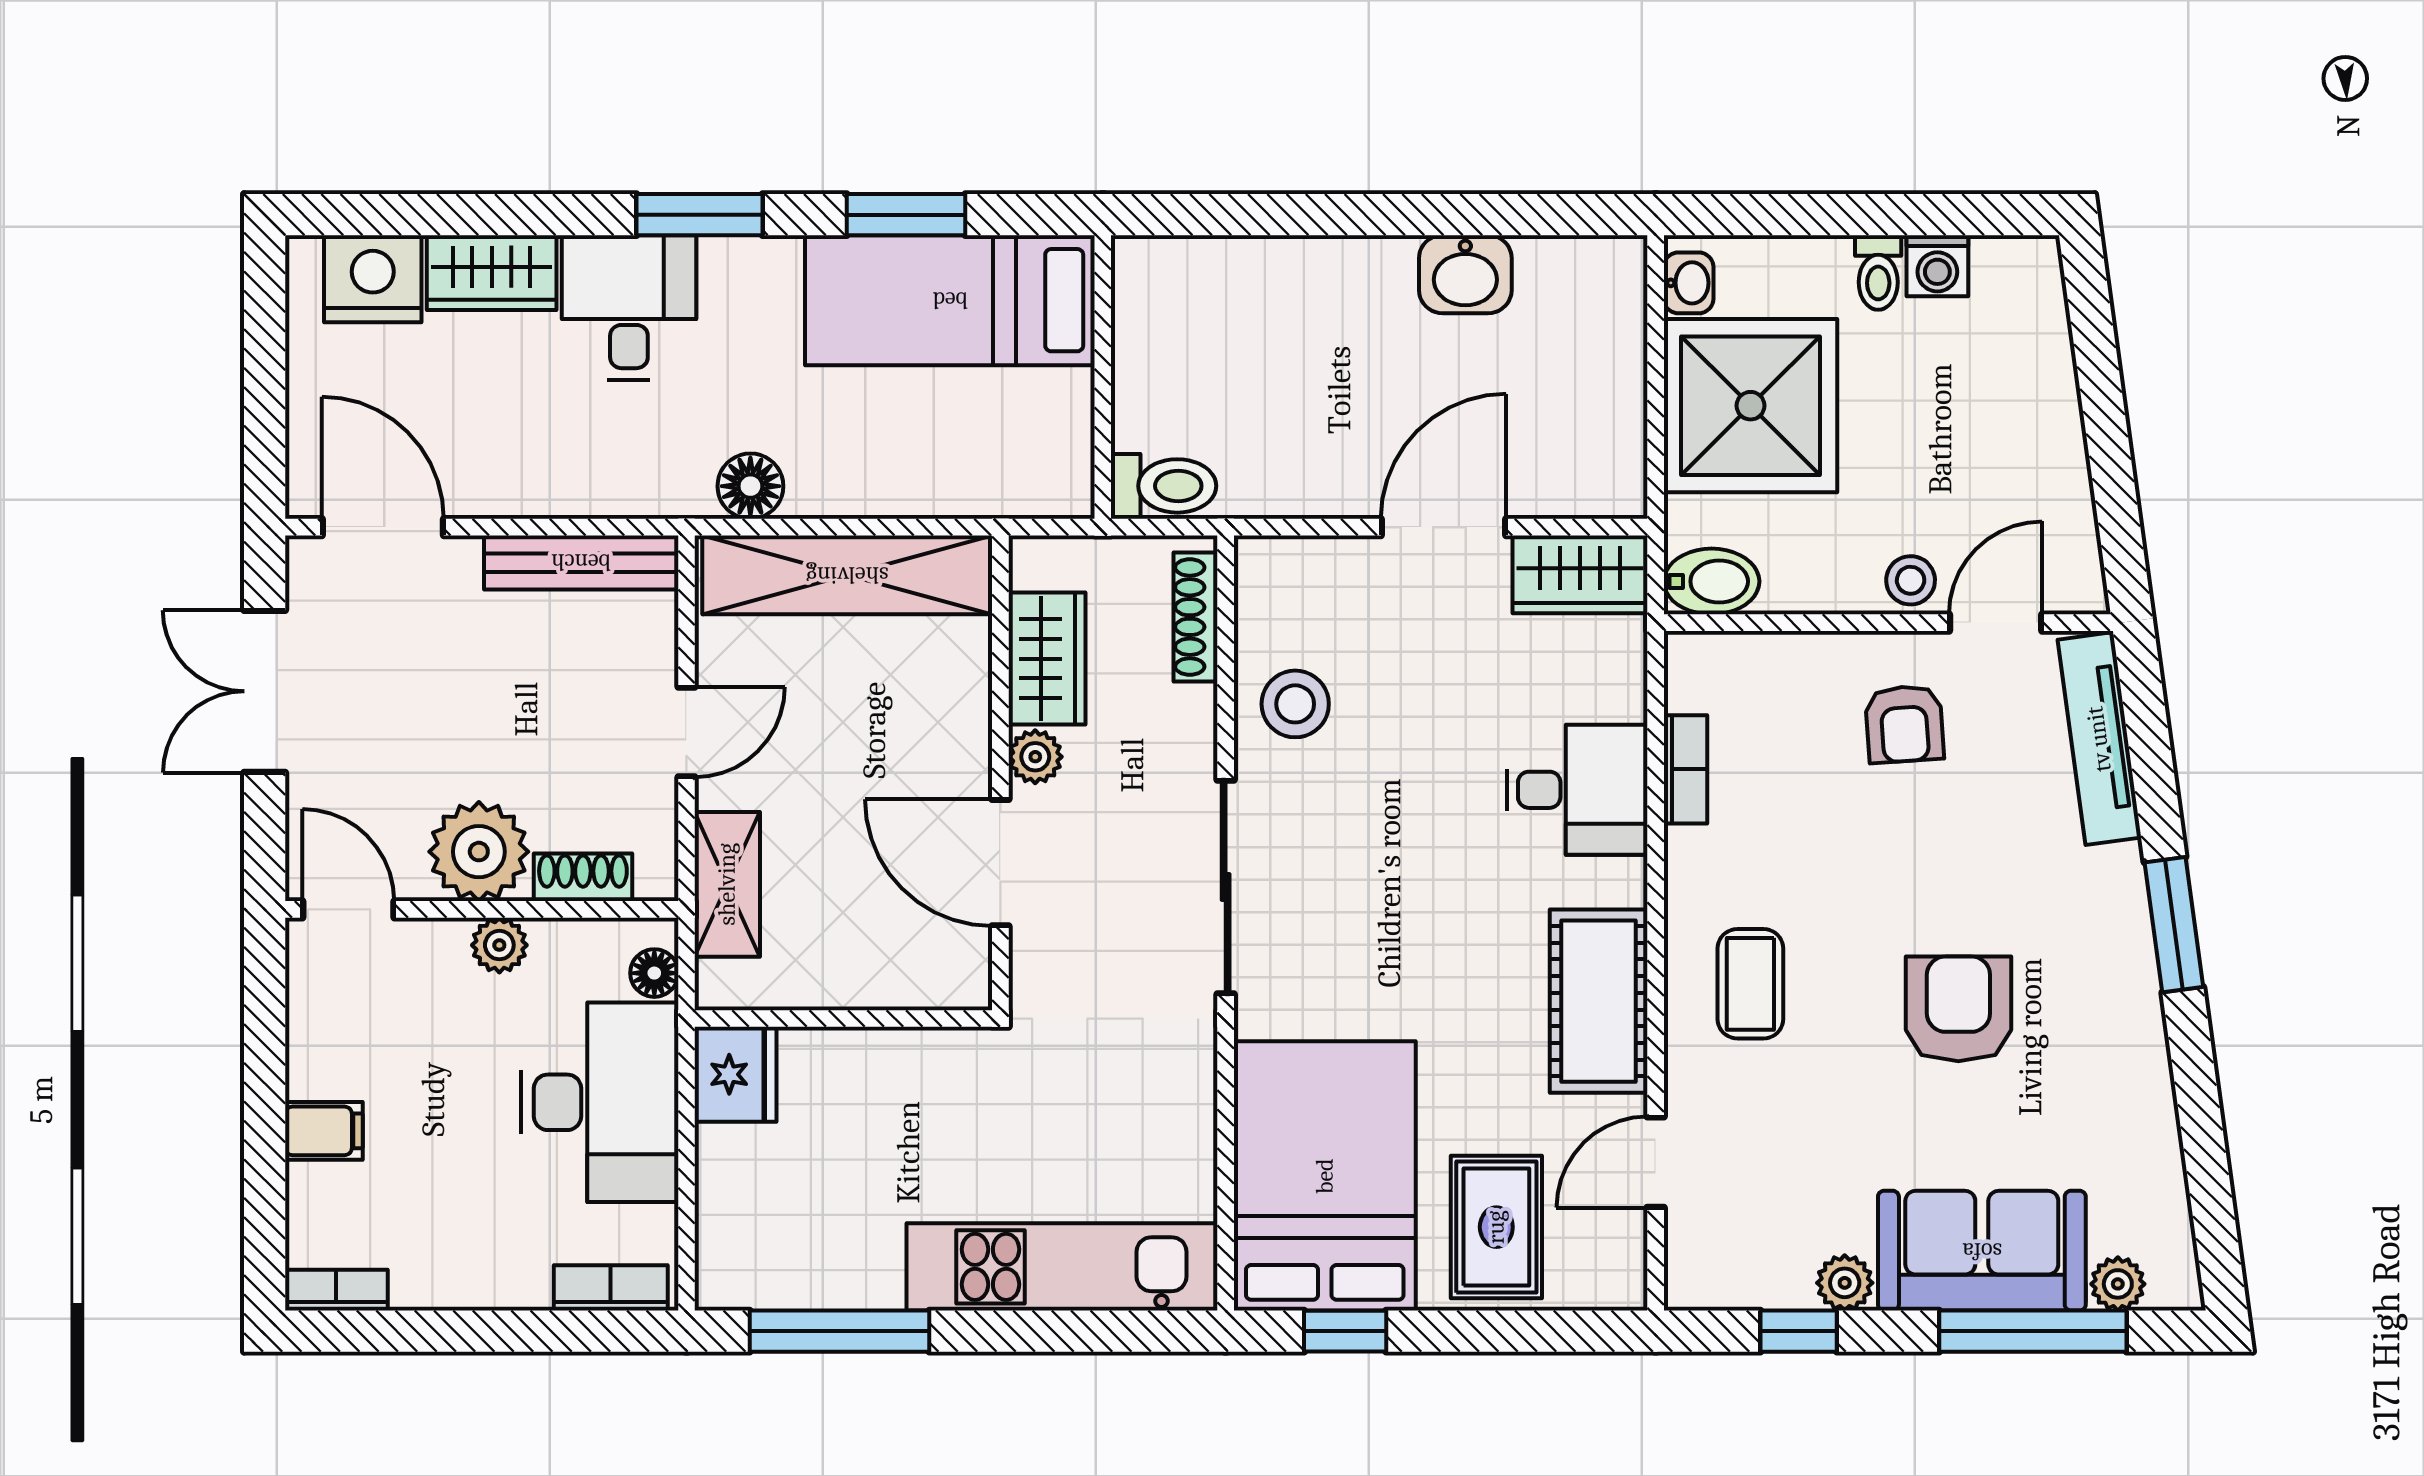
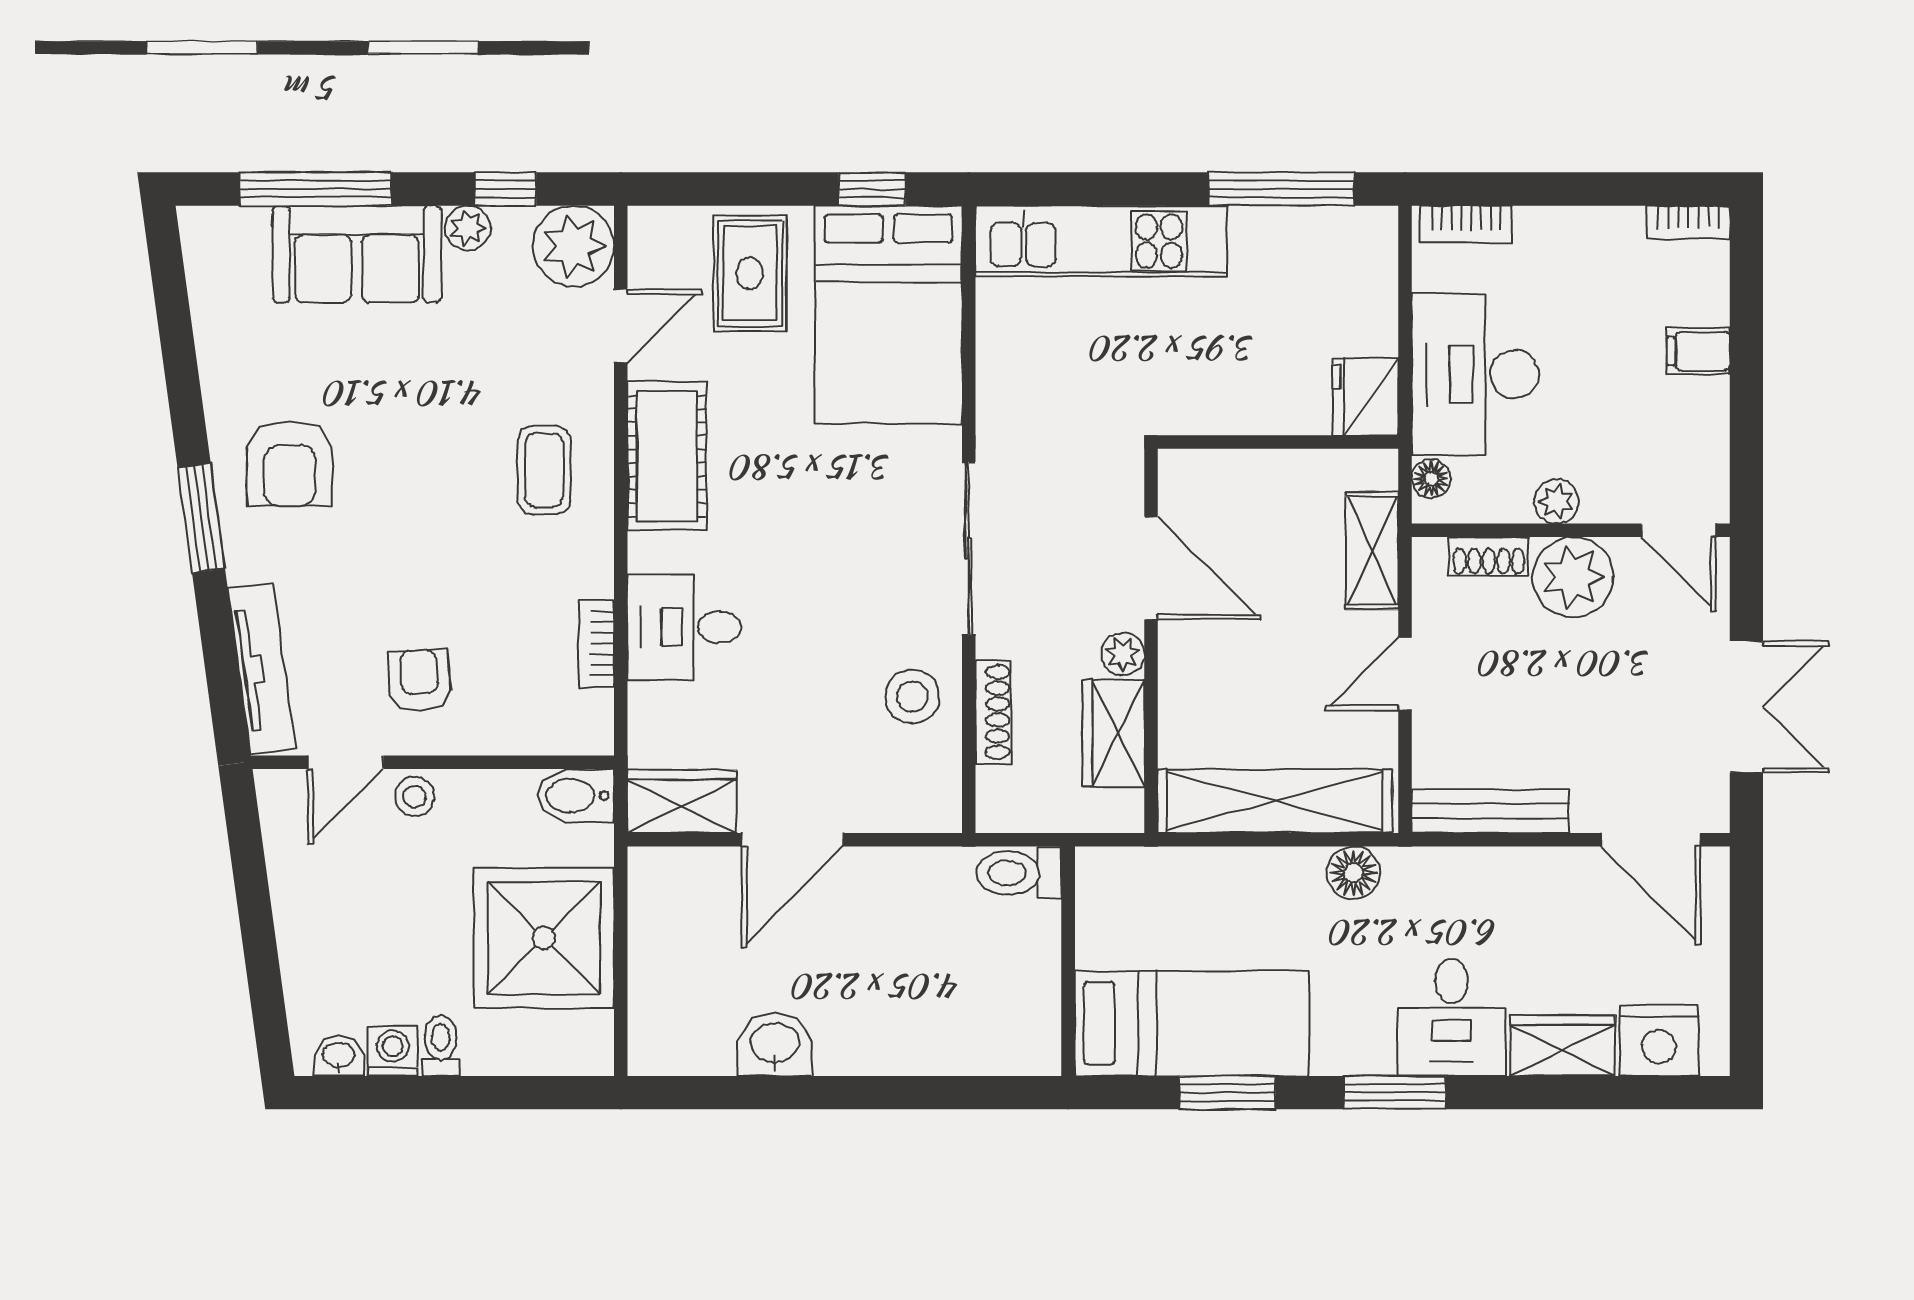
washbasin: (1689, 283) -> (339, 1056), moved, turned 90
shoe rack: (1195, 617) -> (993, 712), moved
armchair: (1958, 1009) -> (289, 463), moved
plant: (2118, 1284) -> (574, 246), moved, width x1.87, depth x1.87

